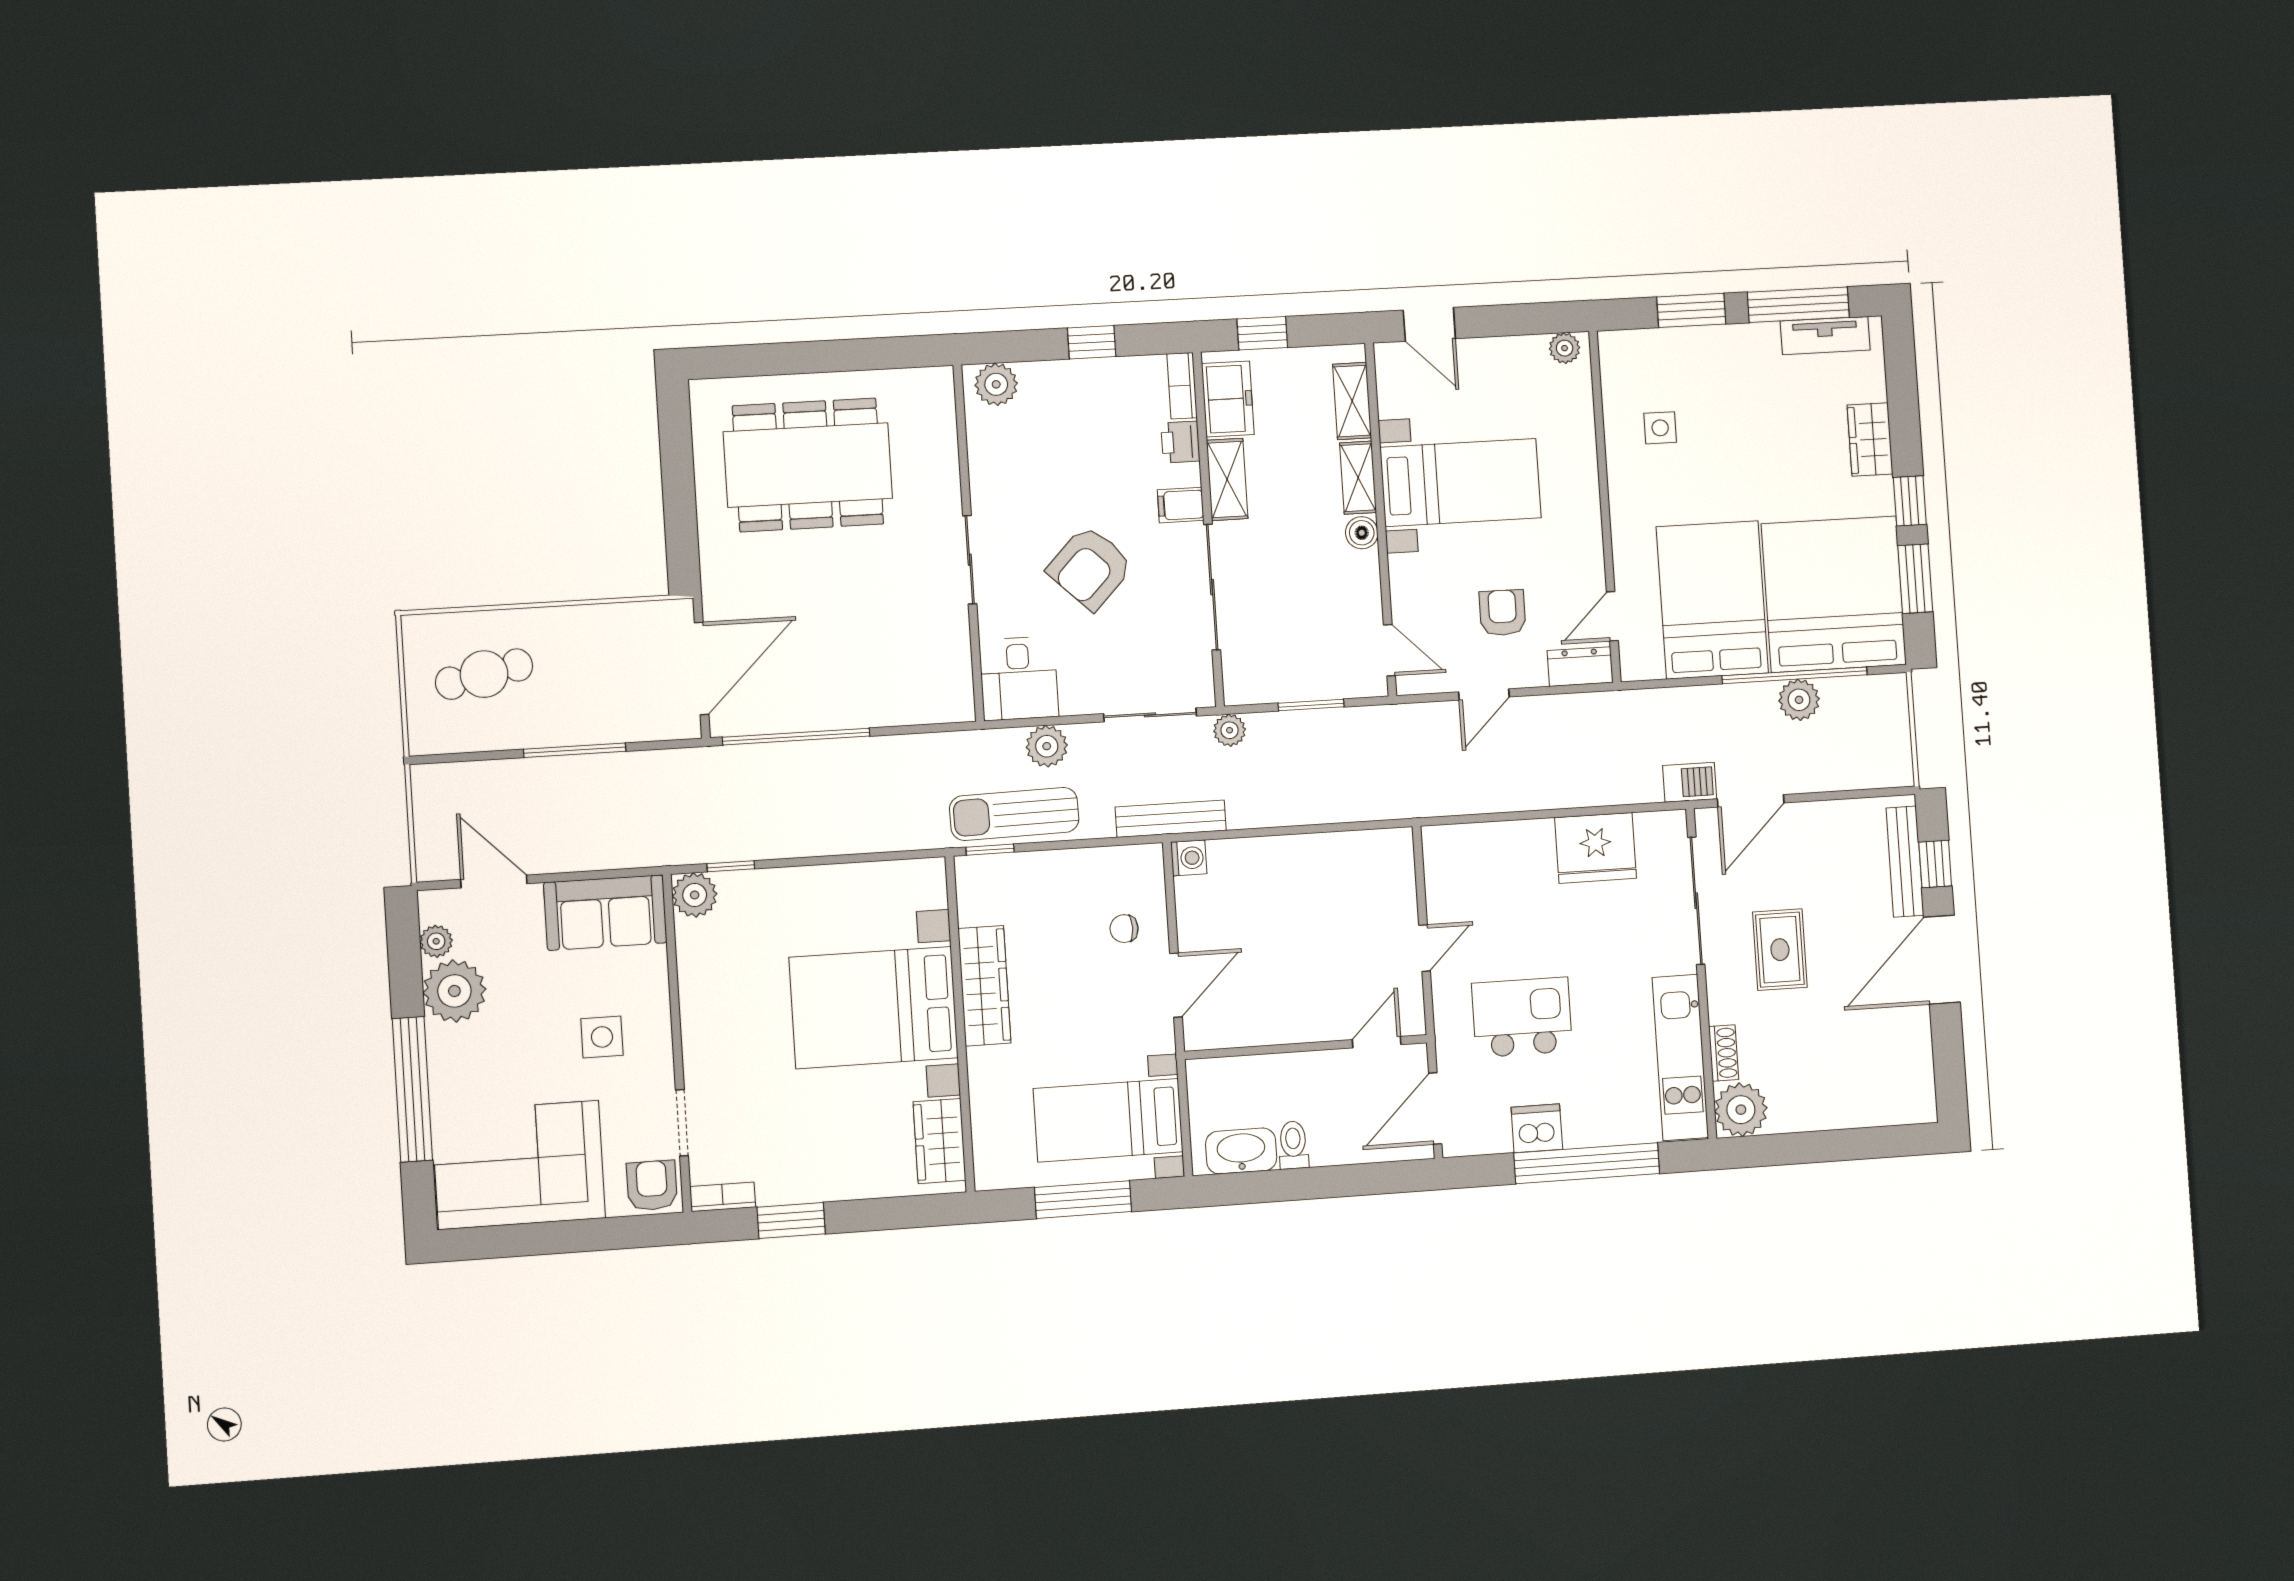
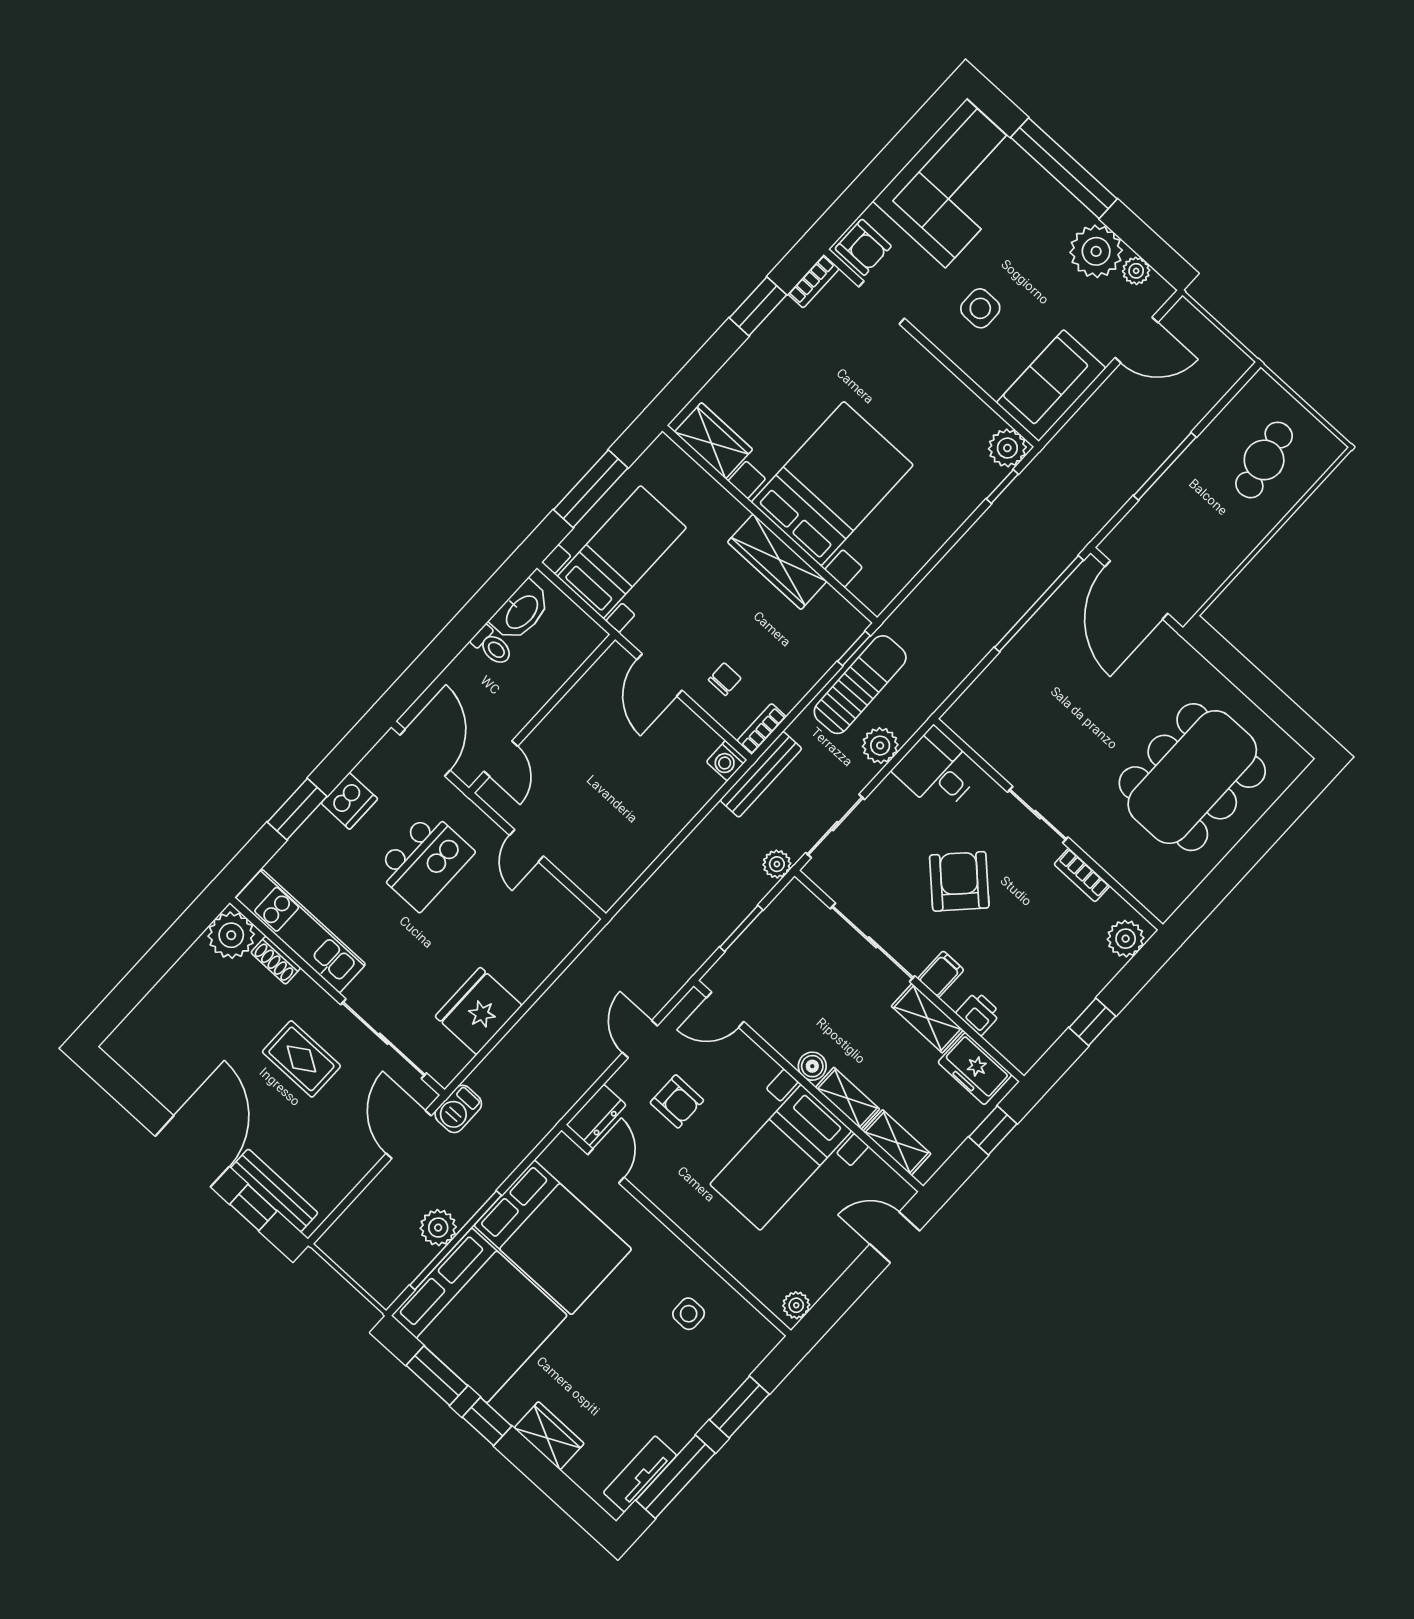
bookcase: (1182, 386) -> (1082, 875), moved, turned 180
bookcase: (1134, 856) -> (762, 729), added
window: (1587, 1163) -> (297, 809), width x0.47

